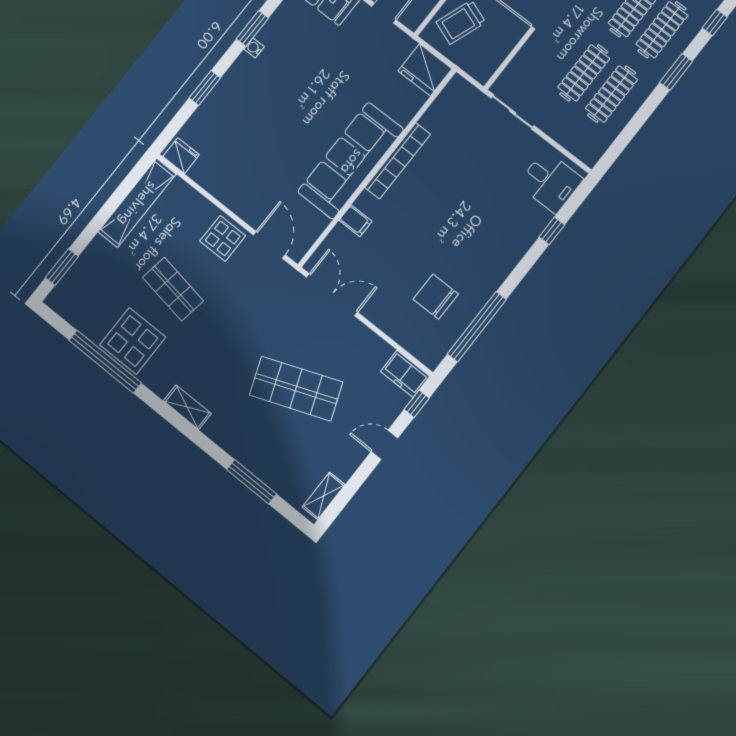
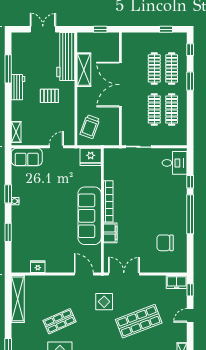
fridge: (181, 156) -> (38, 267), moved
filing cabinet: (355, 221) -> (110, 233), width x2.00
display table: (223, 238) -> (104, 302), moved
shop shelf: (173, 289) -> (59, 321), turned -33
window: (477, 327) -> (190, 214), moved

